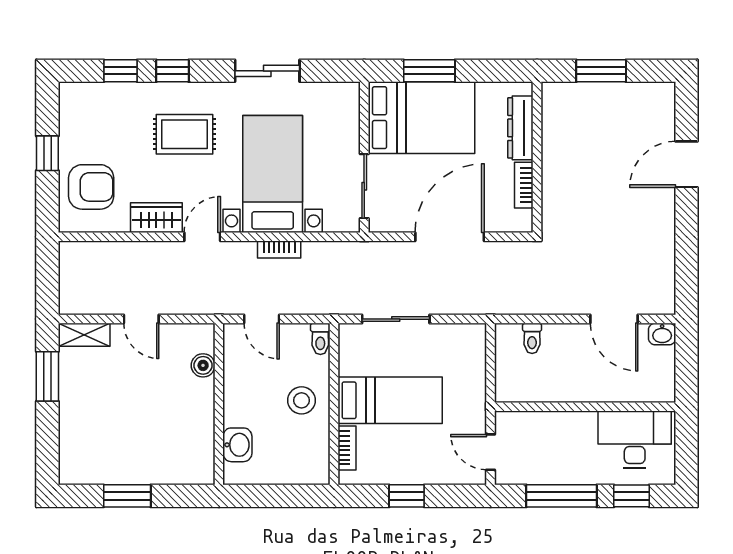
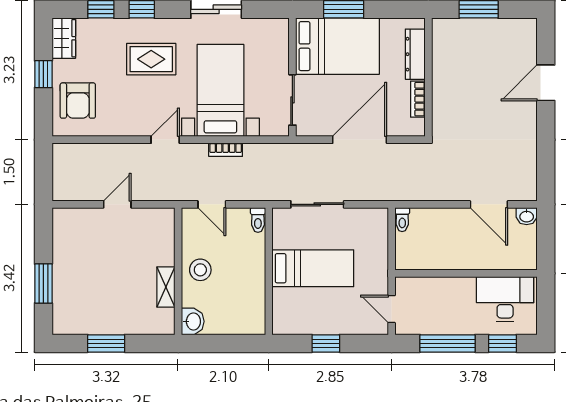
armchair: (91, 187) -> (78, 101), turned 90
wardrobe: (156, 218) -> (64, 38), moved, turned 90
door: (141, 319) -> (117, 204), swing flipped
shelving: (84, 335) -> (166, 287), moved, turned 90
toilet: (532, 338) -> (402, 220), moved
boiler: (203, 365) -> (166, 241), removed
window: (47, 376) -> (43, 284), moved
stool: (302, 400) -> (200, 270), moved
washbasin: (237, 445) -> (193, 321), moved
bookcase: (347, 448) -> (279, 306), removed

